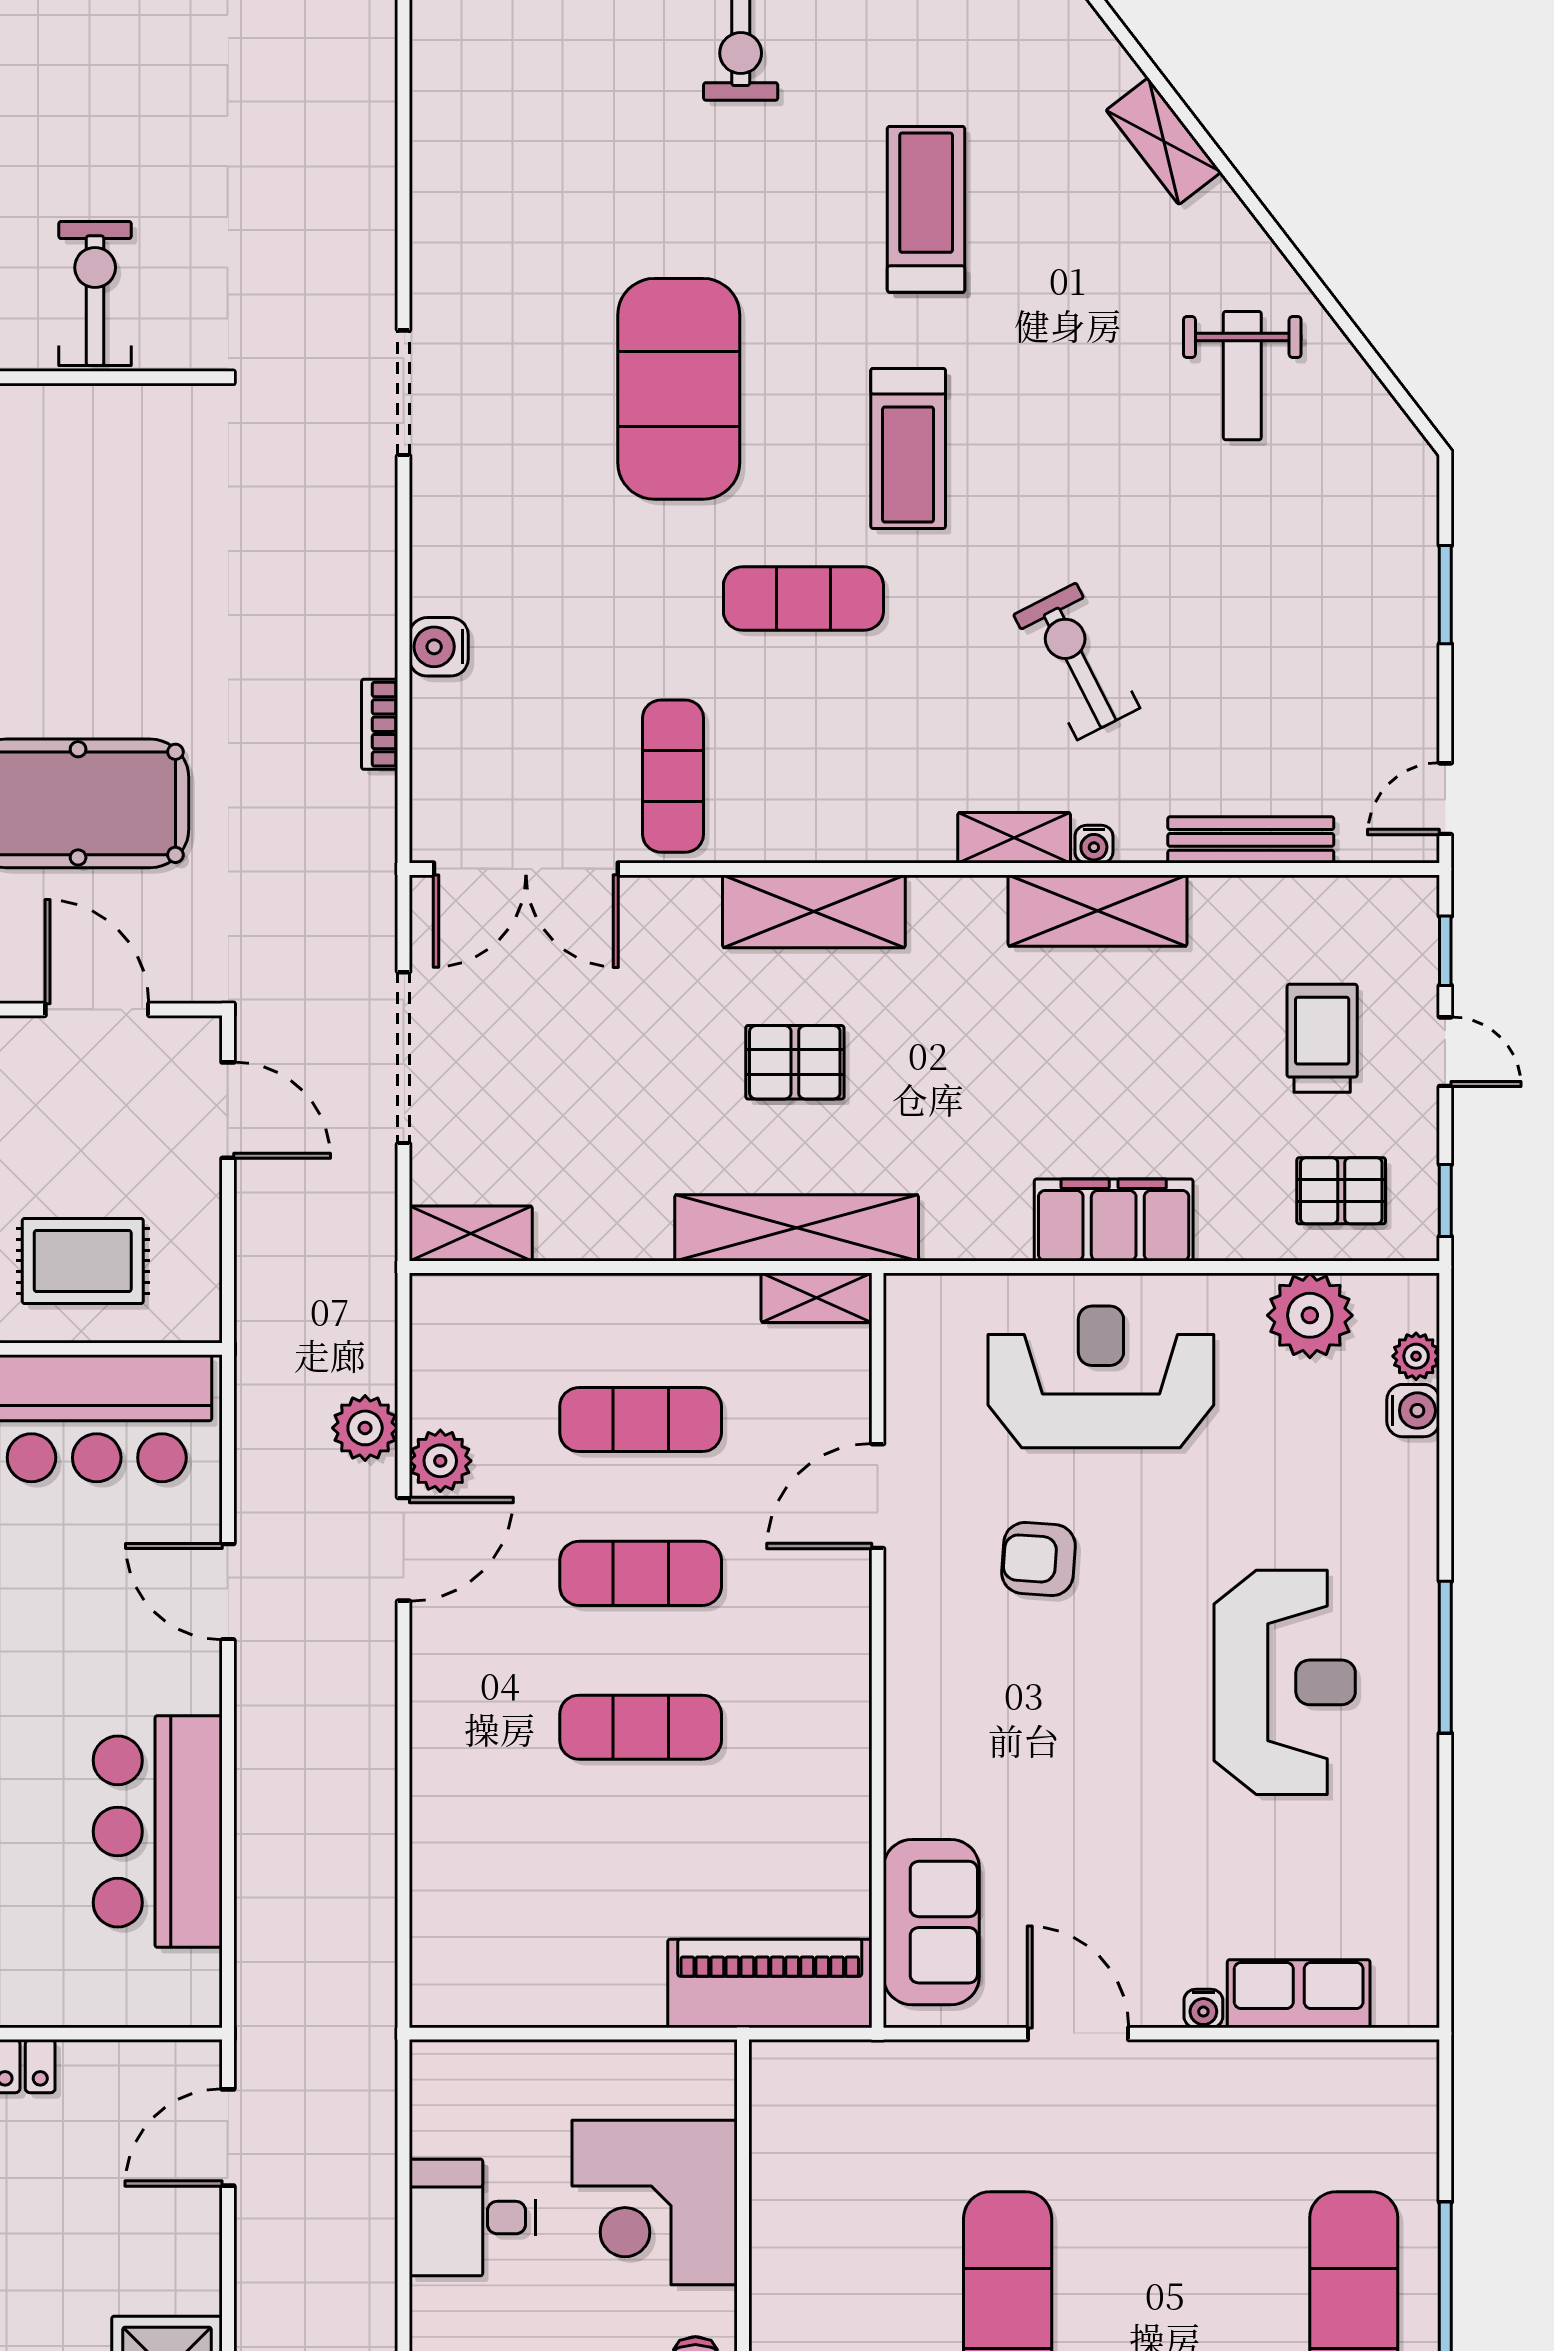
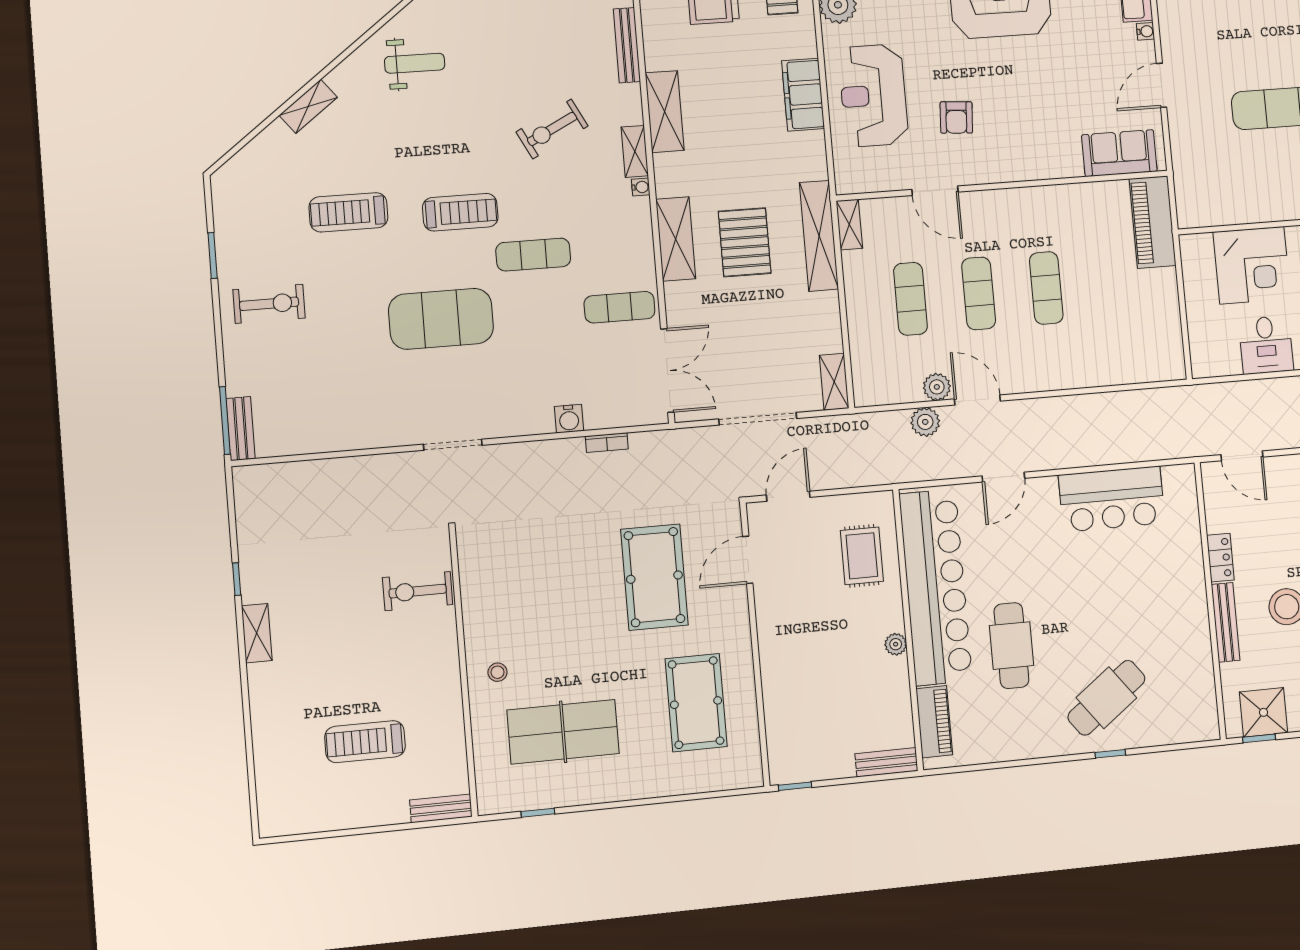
exercise mat: (803, 598) -> (533, 255), turned 90
water cooler: (1094, 844) -> (641, 187), moved
pallet: (795, 1062) -> (745, 242), width x1.50, depth x1.42

